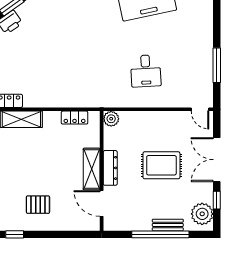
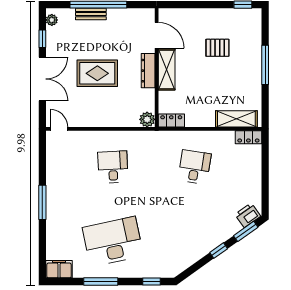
window: (217, 65) -> (42, 202), moved
desk: (63, 71) -> (195, 167), added
locker: (75, 118) -> (171, 121), moved
pallet: (38, 205) -> (217, 48), moved
plant: (202, 214) -> (52, 20), width x0.53, depth x0.53

